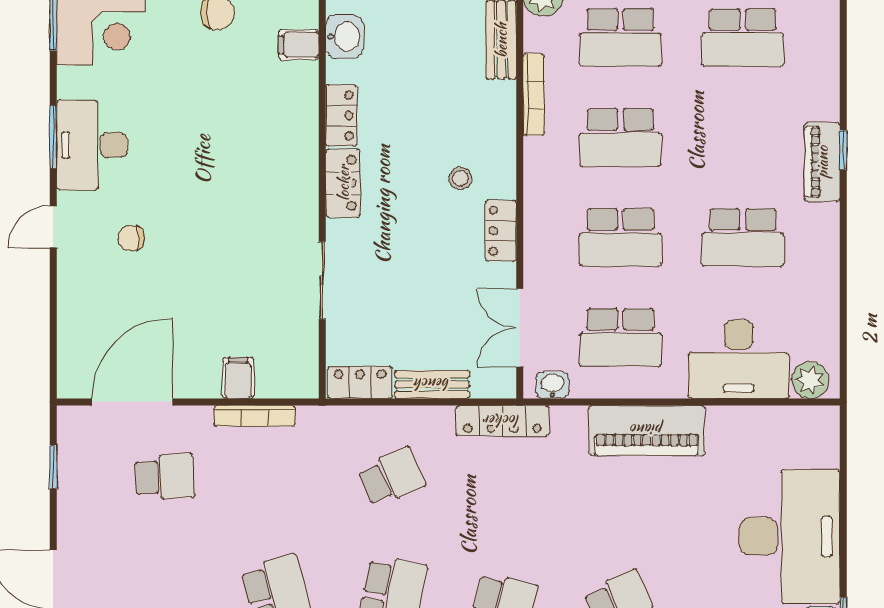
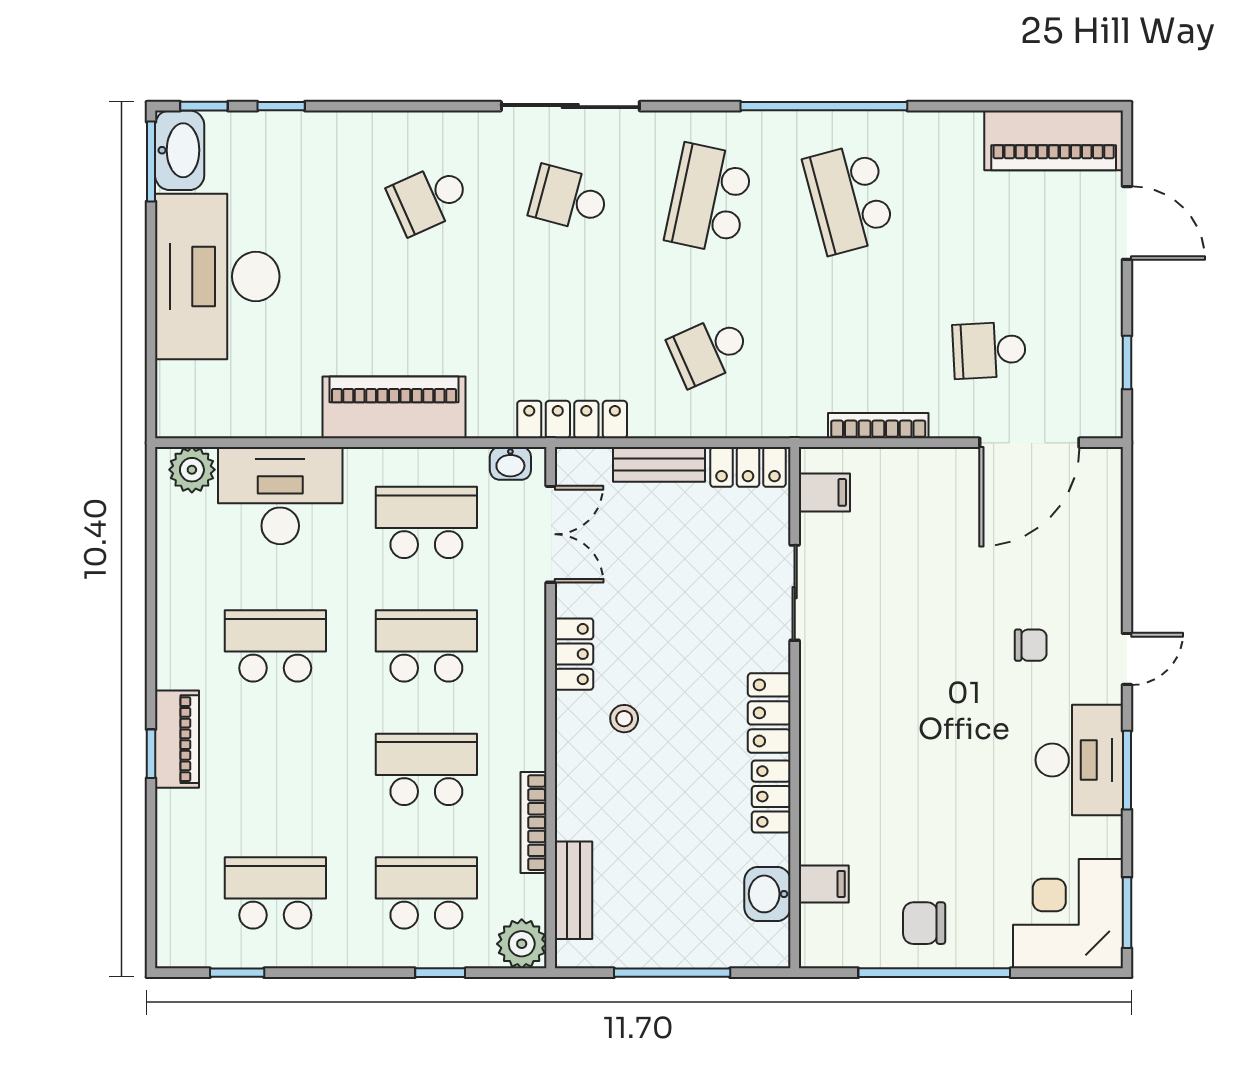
filing cabinet: (238, 378) -> (824, 492), moved, turned -90

